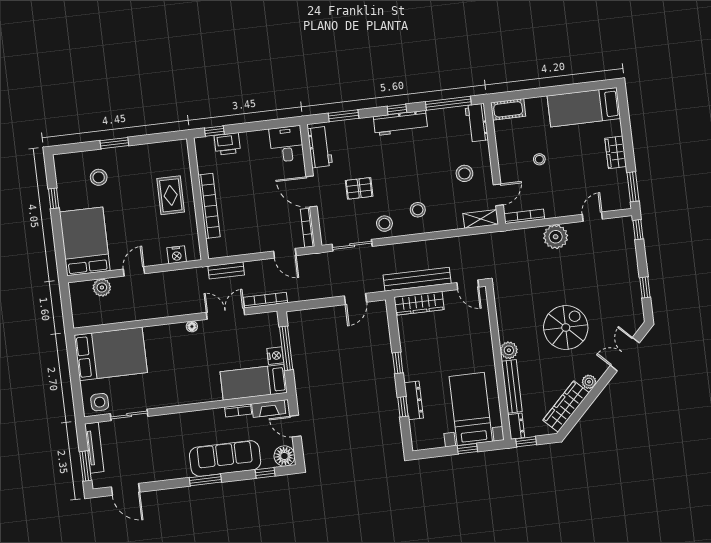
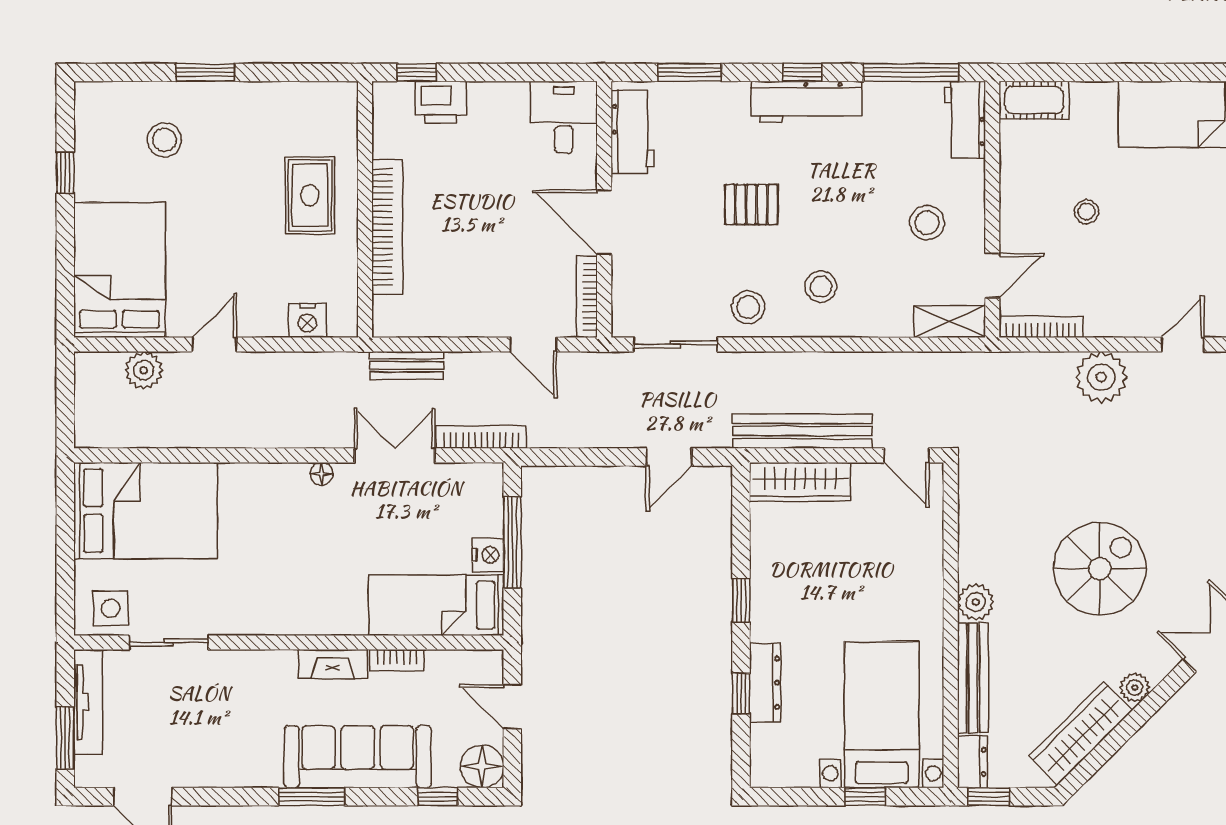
pallet: (359, 188) -> (751, 204), moved
fireplace: (269, 409) -> (333, 664), moved

